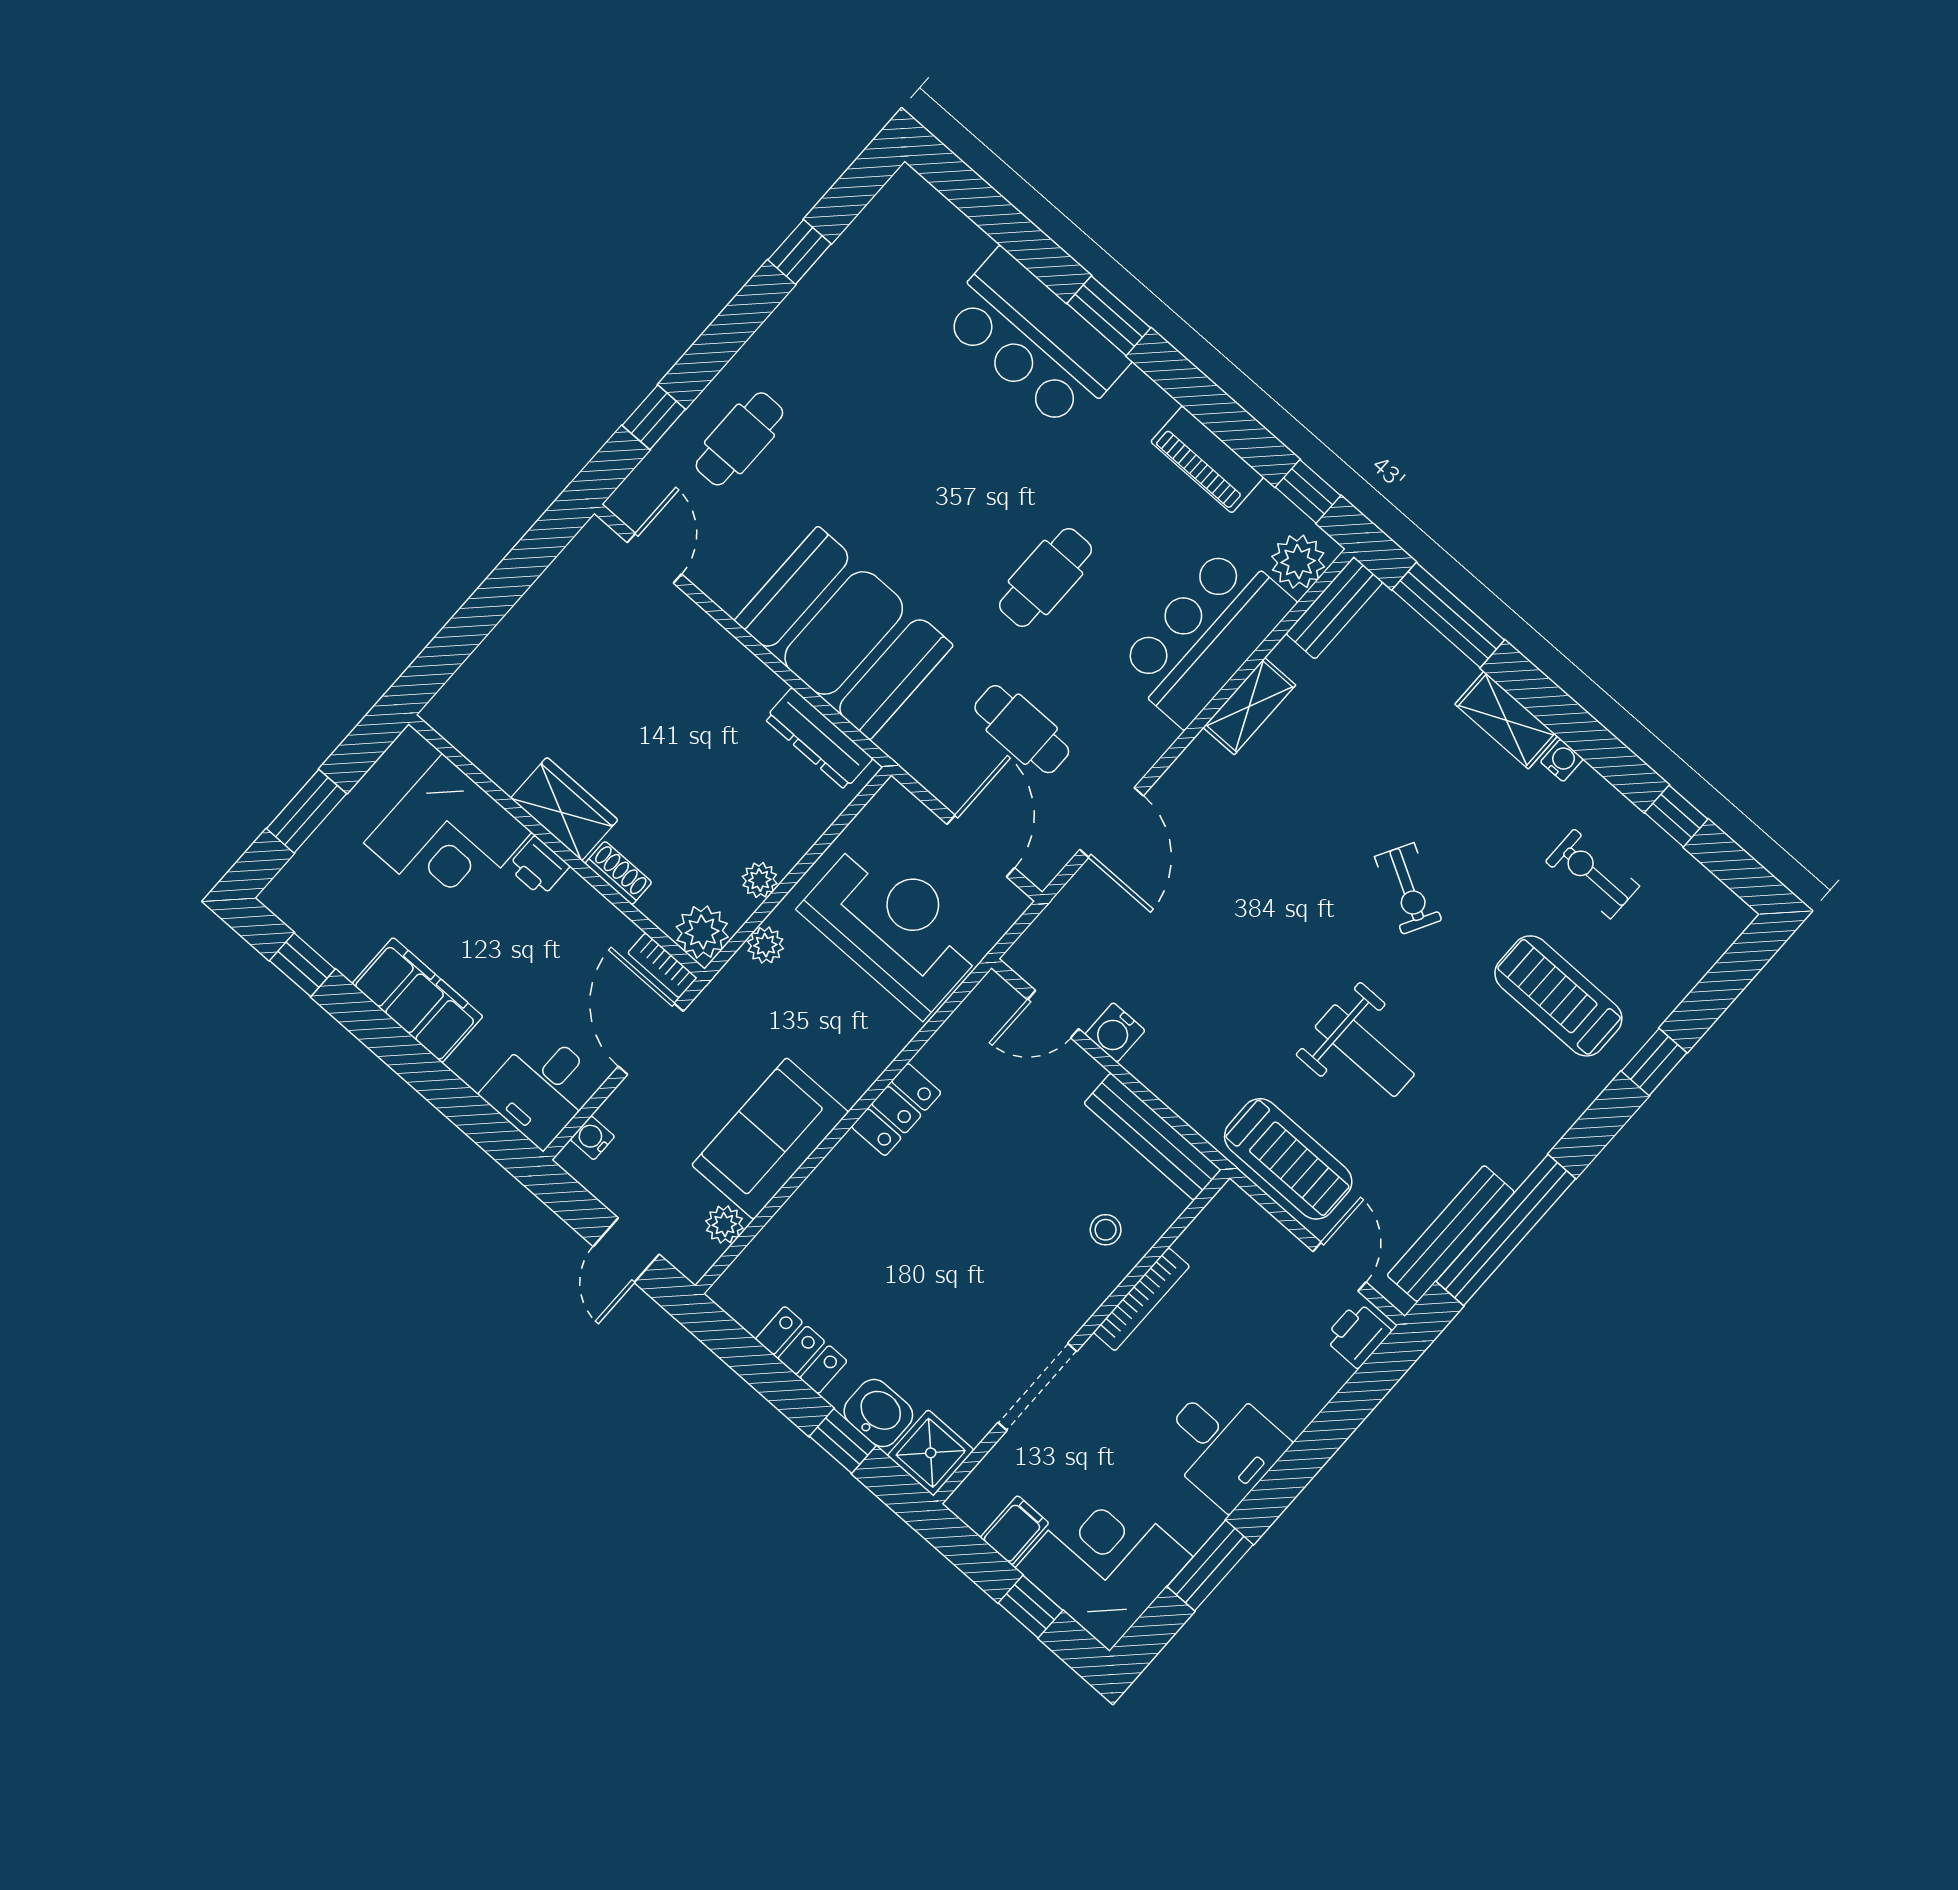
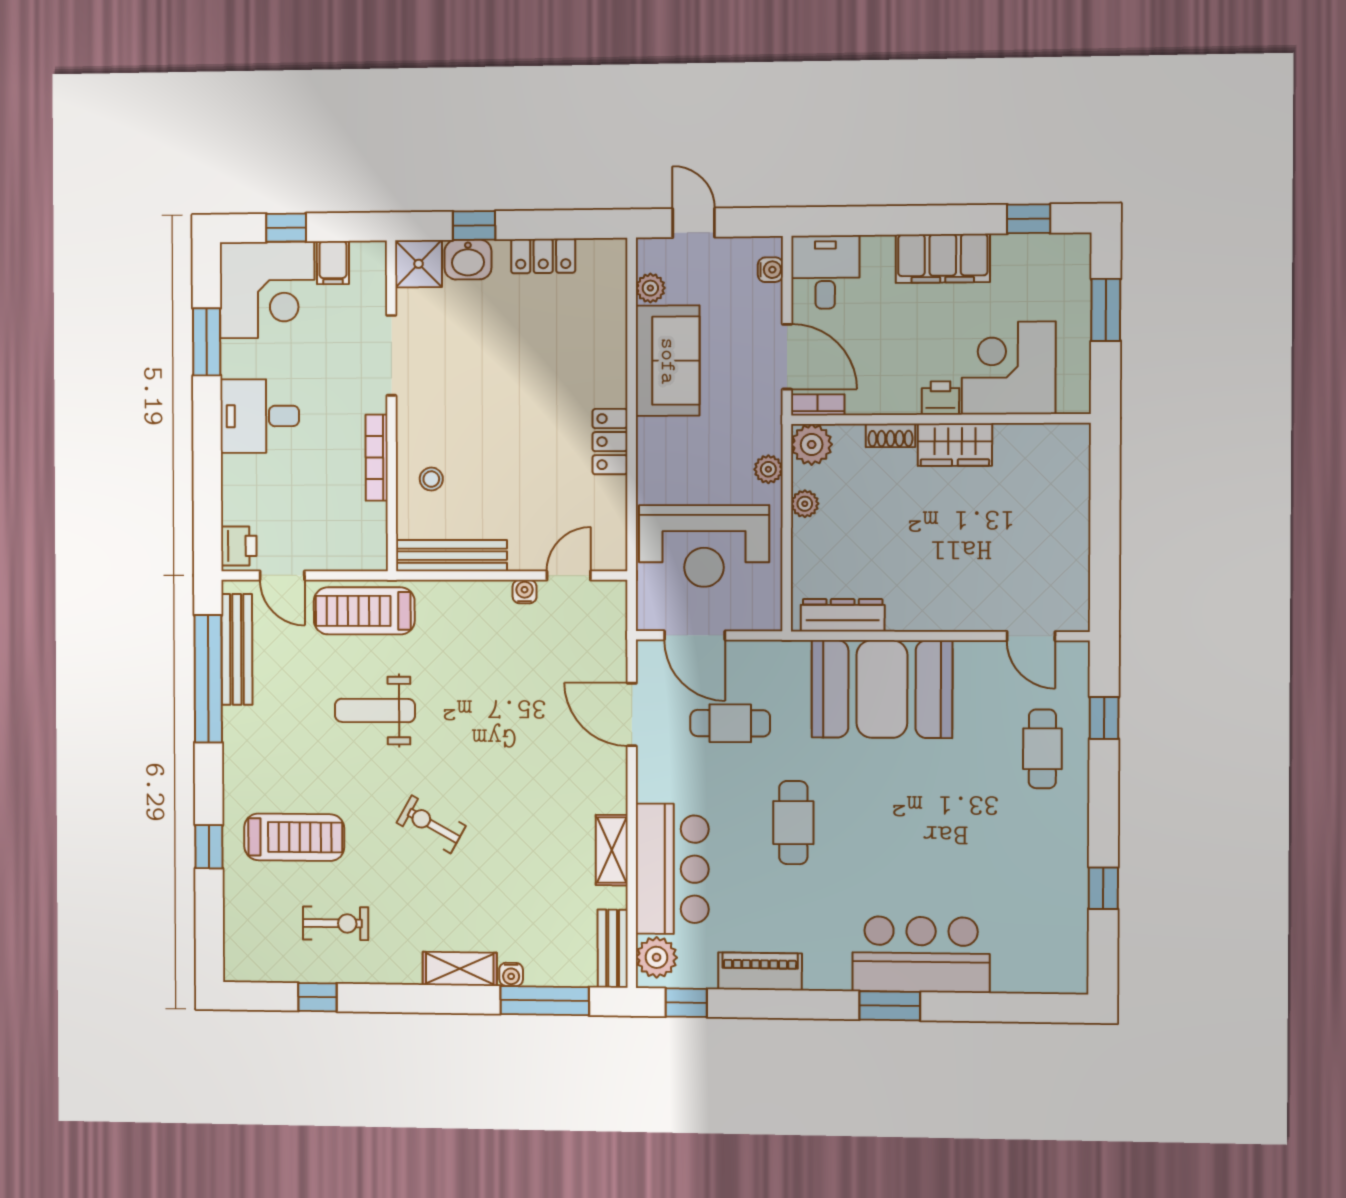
water cooler: (1562, 760) -> (511, 974), moved
water cooler: (1115, 1032) -> (525, 592), width x0.72, depth x0.72

